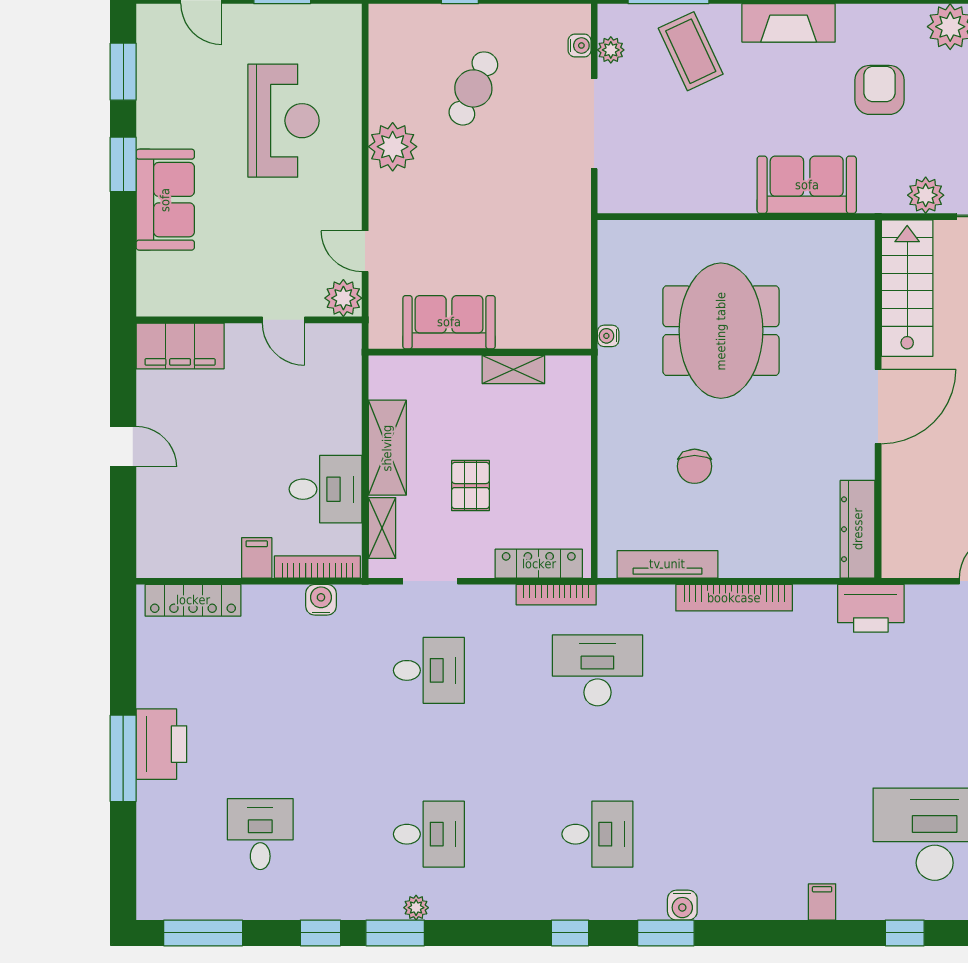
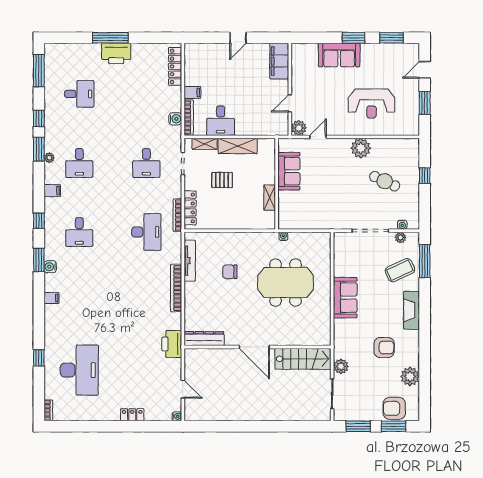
sofa: (807, 185) -> (345, 298), moved
filing cabinet: (496, 900) -> (52, 191), added
filing cabinet: (822, 902) -> (52, 298), moved

